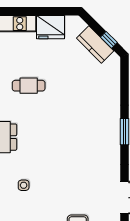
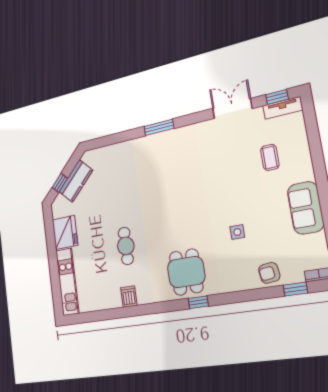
window: (109, 40) -> (60, 183), moved

